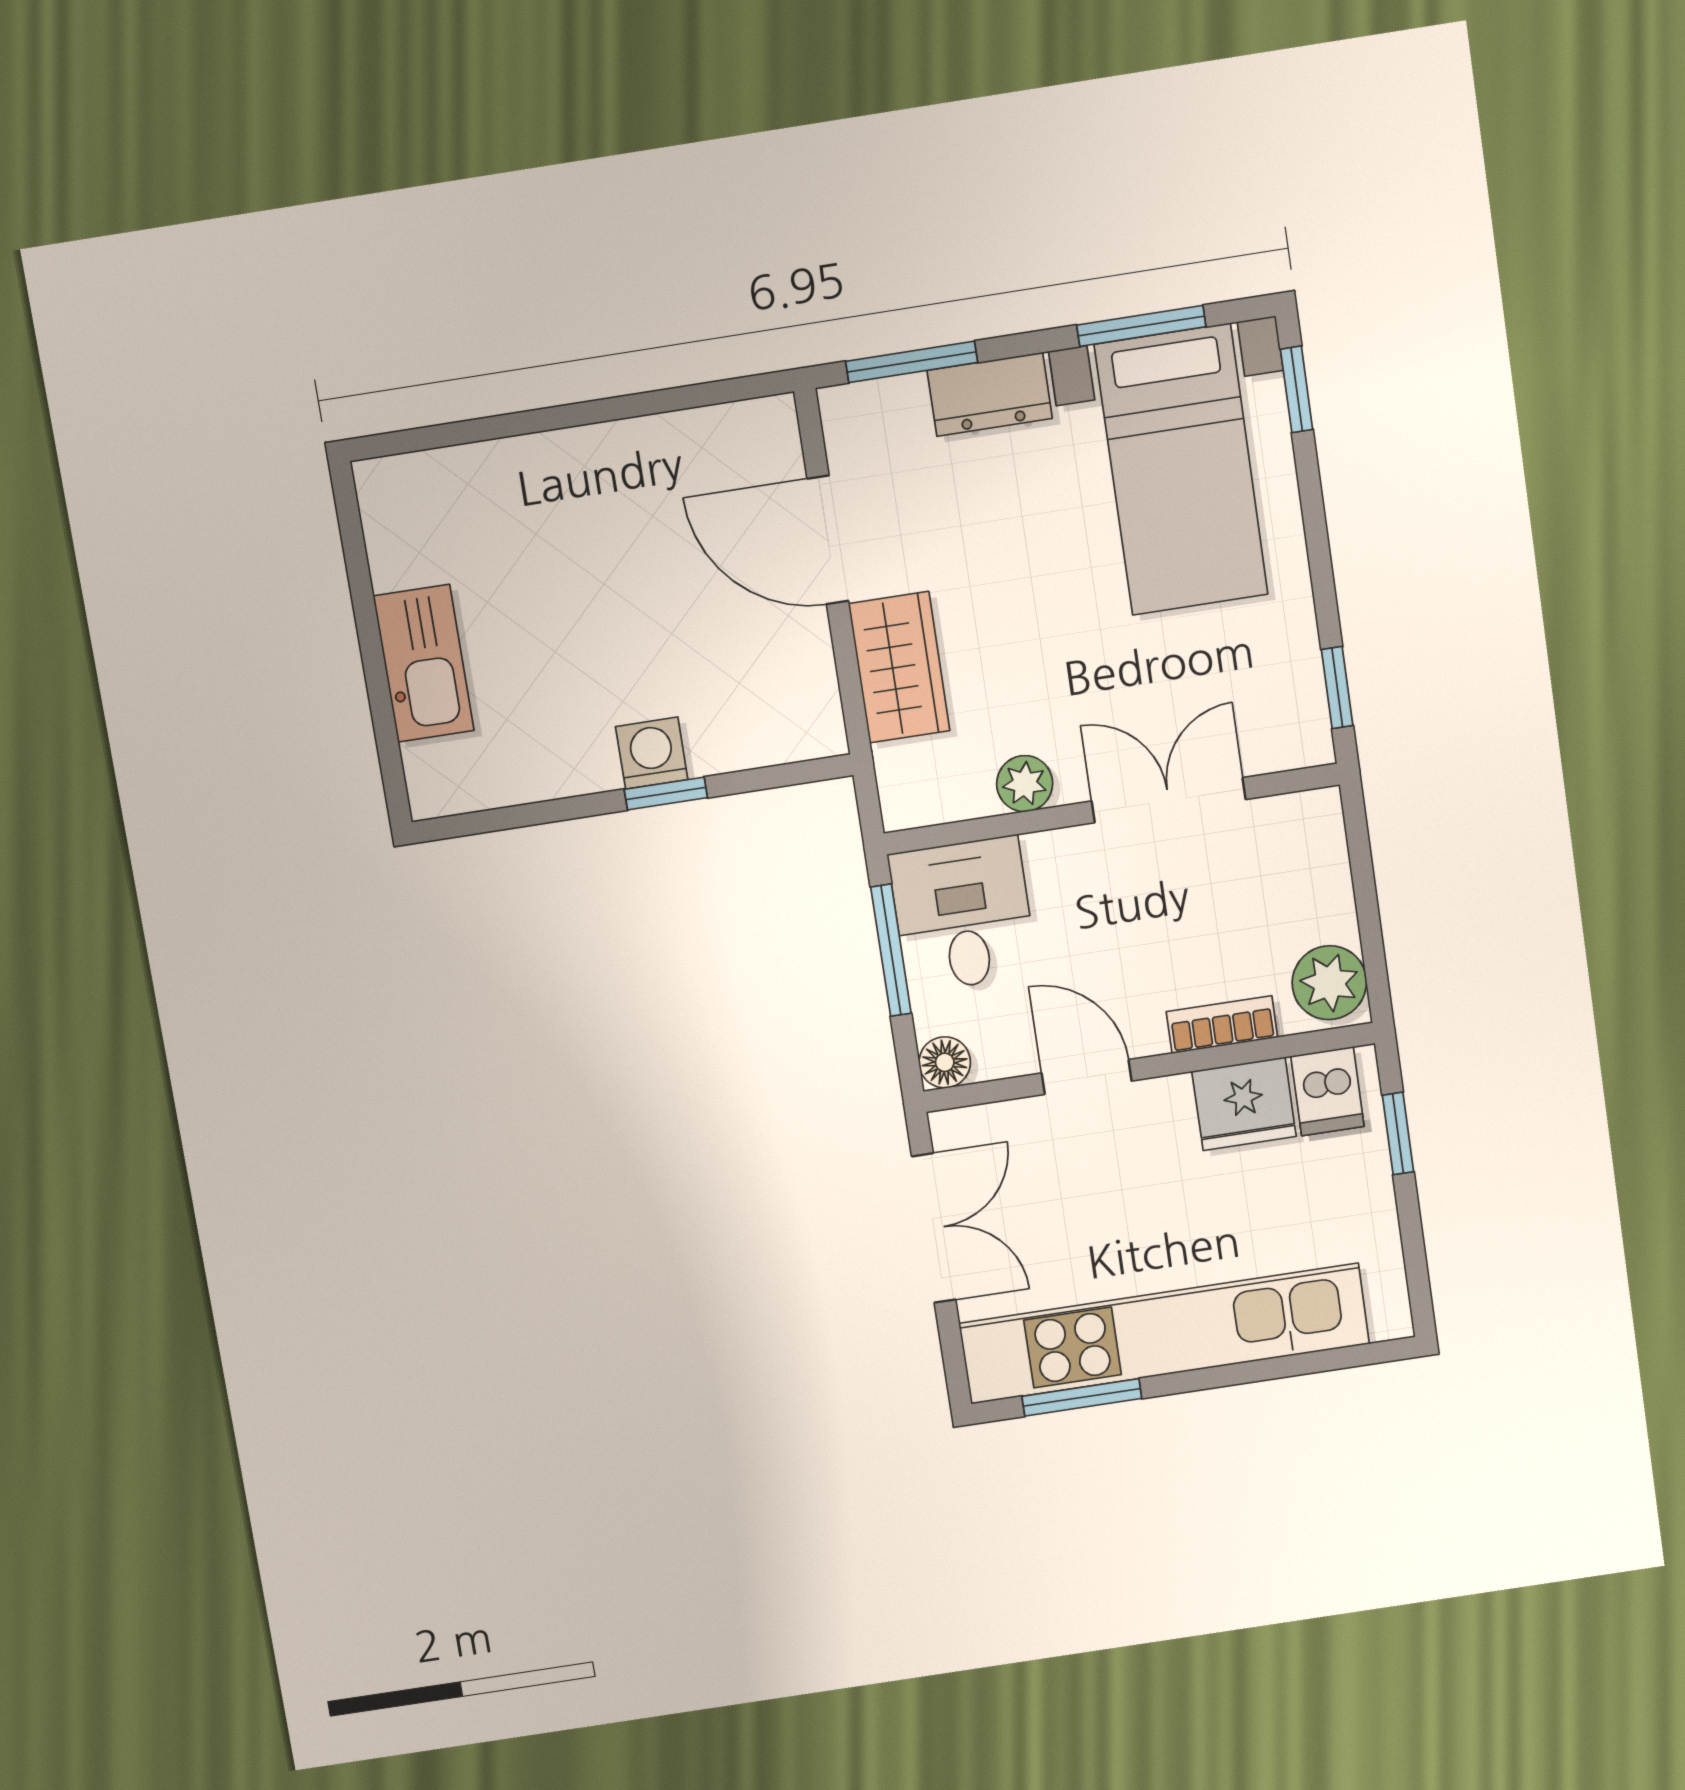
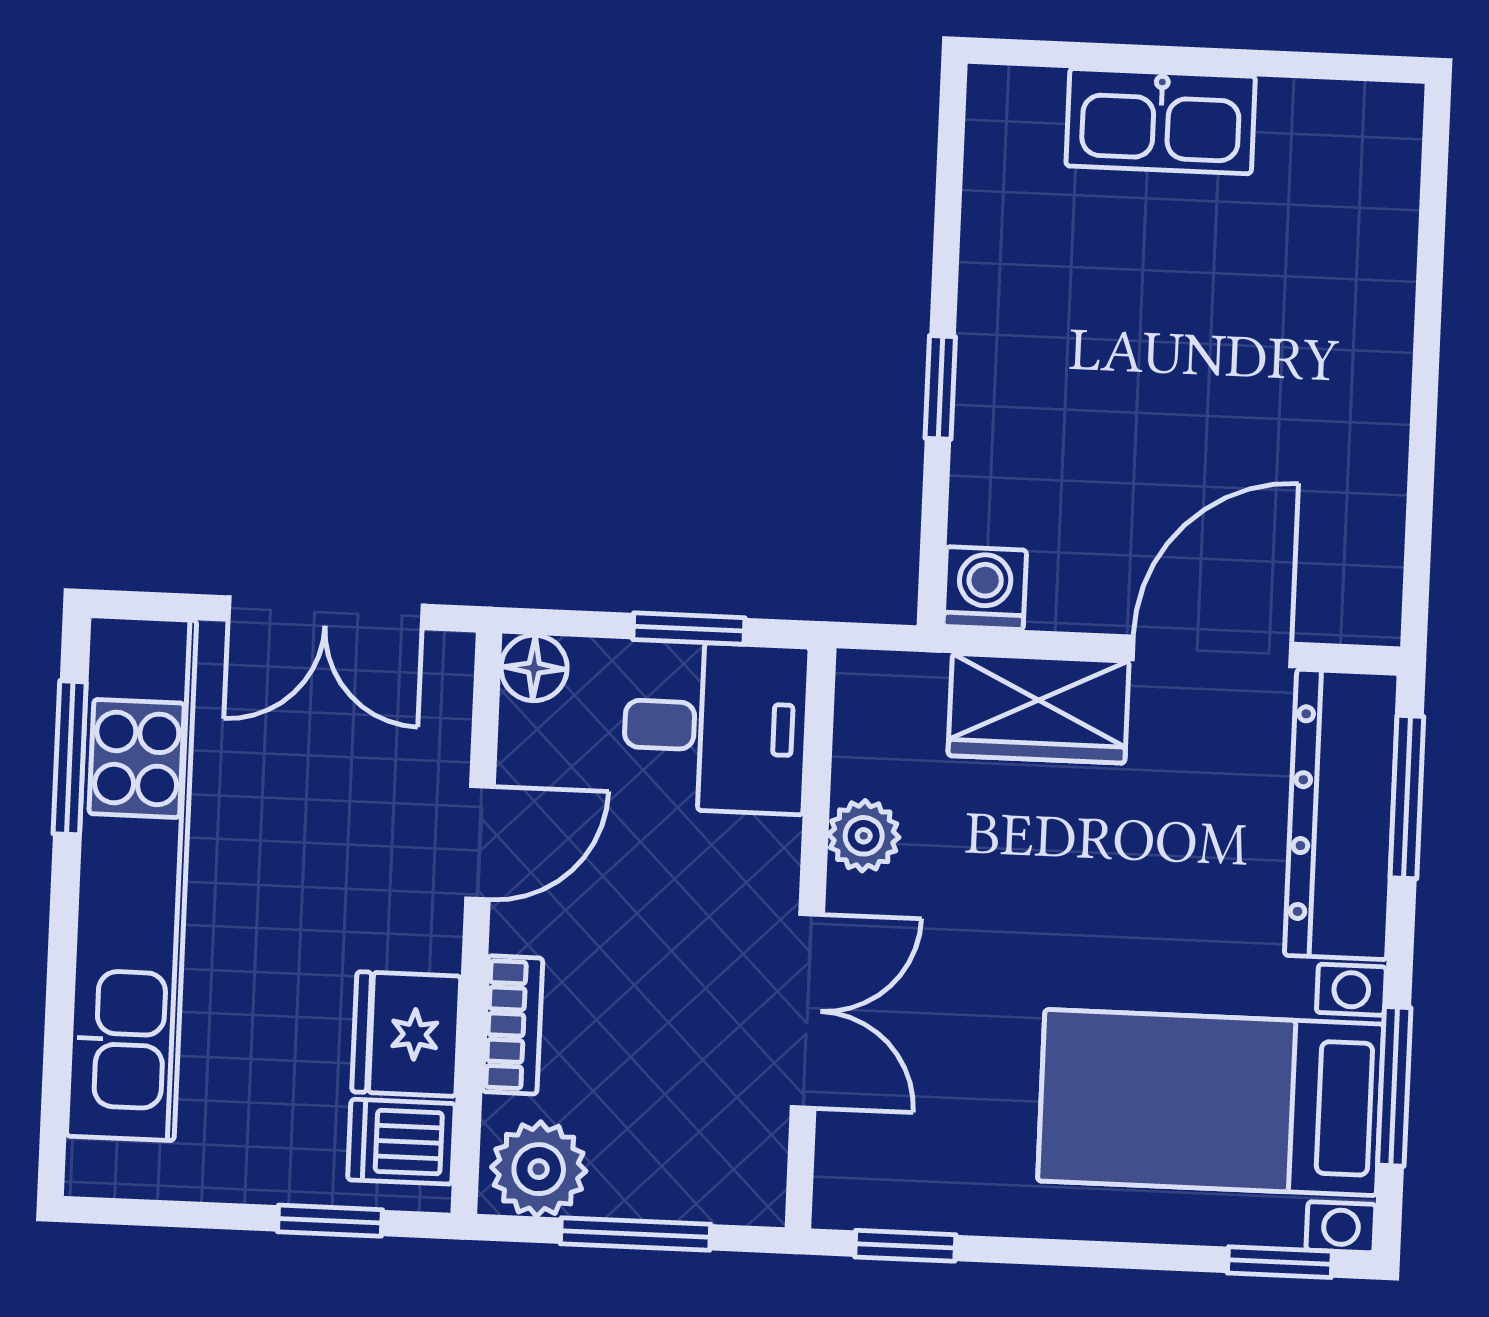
dresser: (990, 394) -> (1342, 814), width x1.96, depth x1.24
washing machine: (652, 753) -> (985, 588), moved, turned -90
window: (1366, 899) -> (635, 1234), added
window: (891, 950) -> (689, 629), width x0.67

